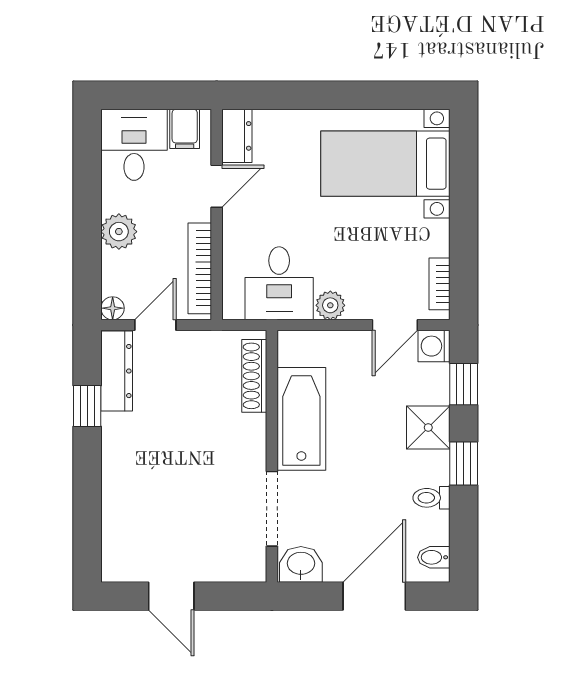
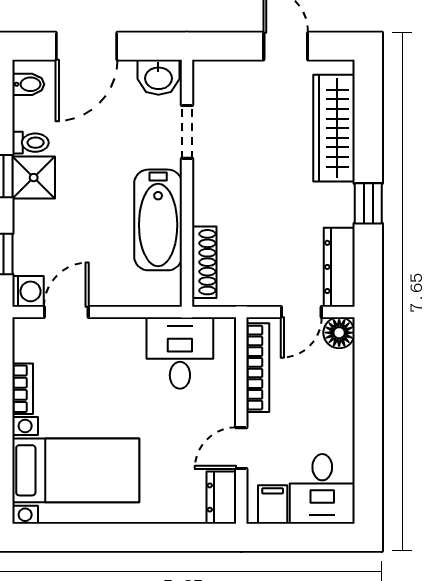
plant: (119, 232) -> (337, 404), removed
bookcase: (439, 284) -> (23, 389), moved
plant: (330, 305) -> (130, 331), removed
floor lamp: (113, 308) -> (339, 333), width x1.37, depth x1.37
window: (87, 406) -> (368, 203), moved
shower: (428, 427) -> (34, 178), moved
doorway: (272, 509) -> (187, 132), width x0.73
wardrobe: (122, 513) -> (334, 128), added

